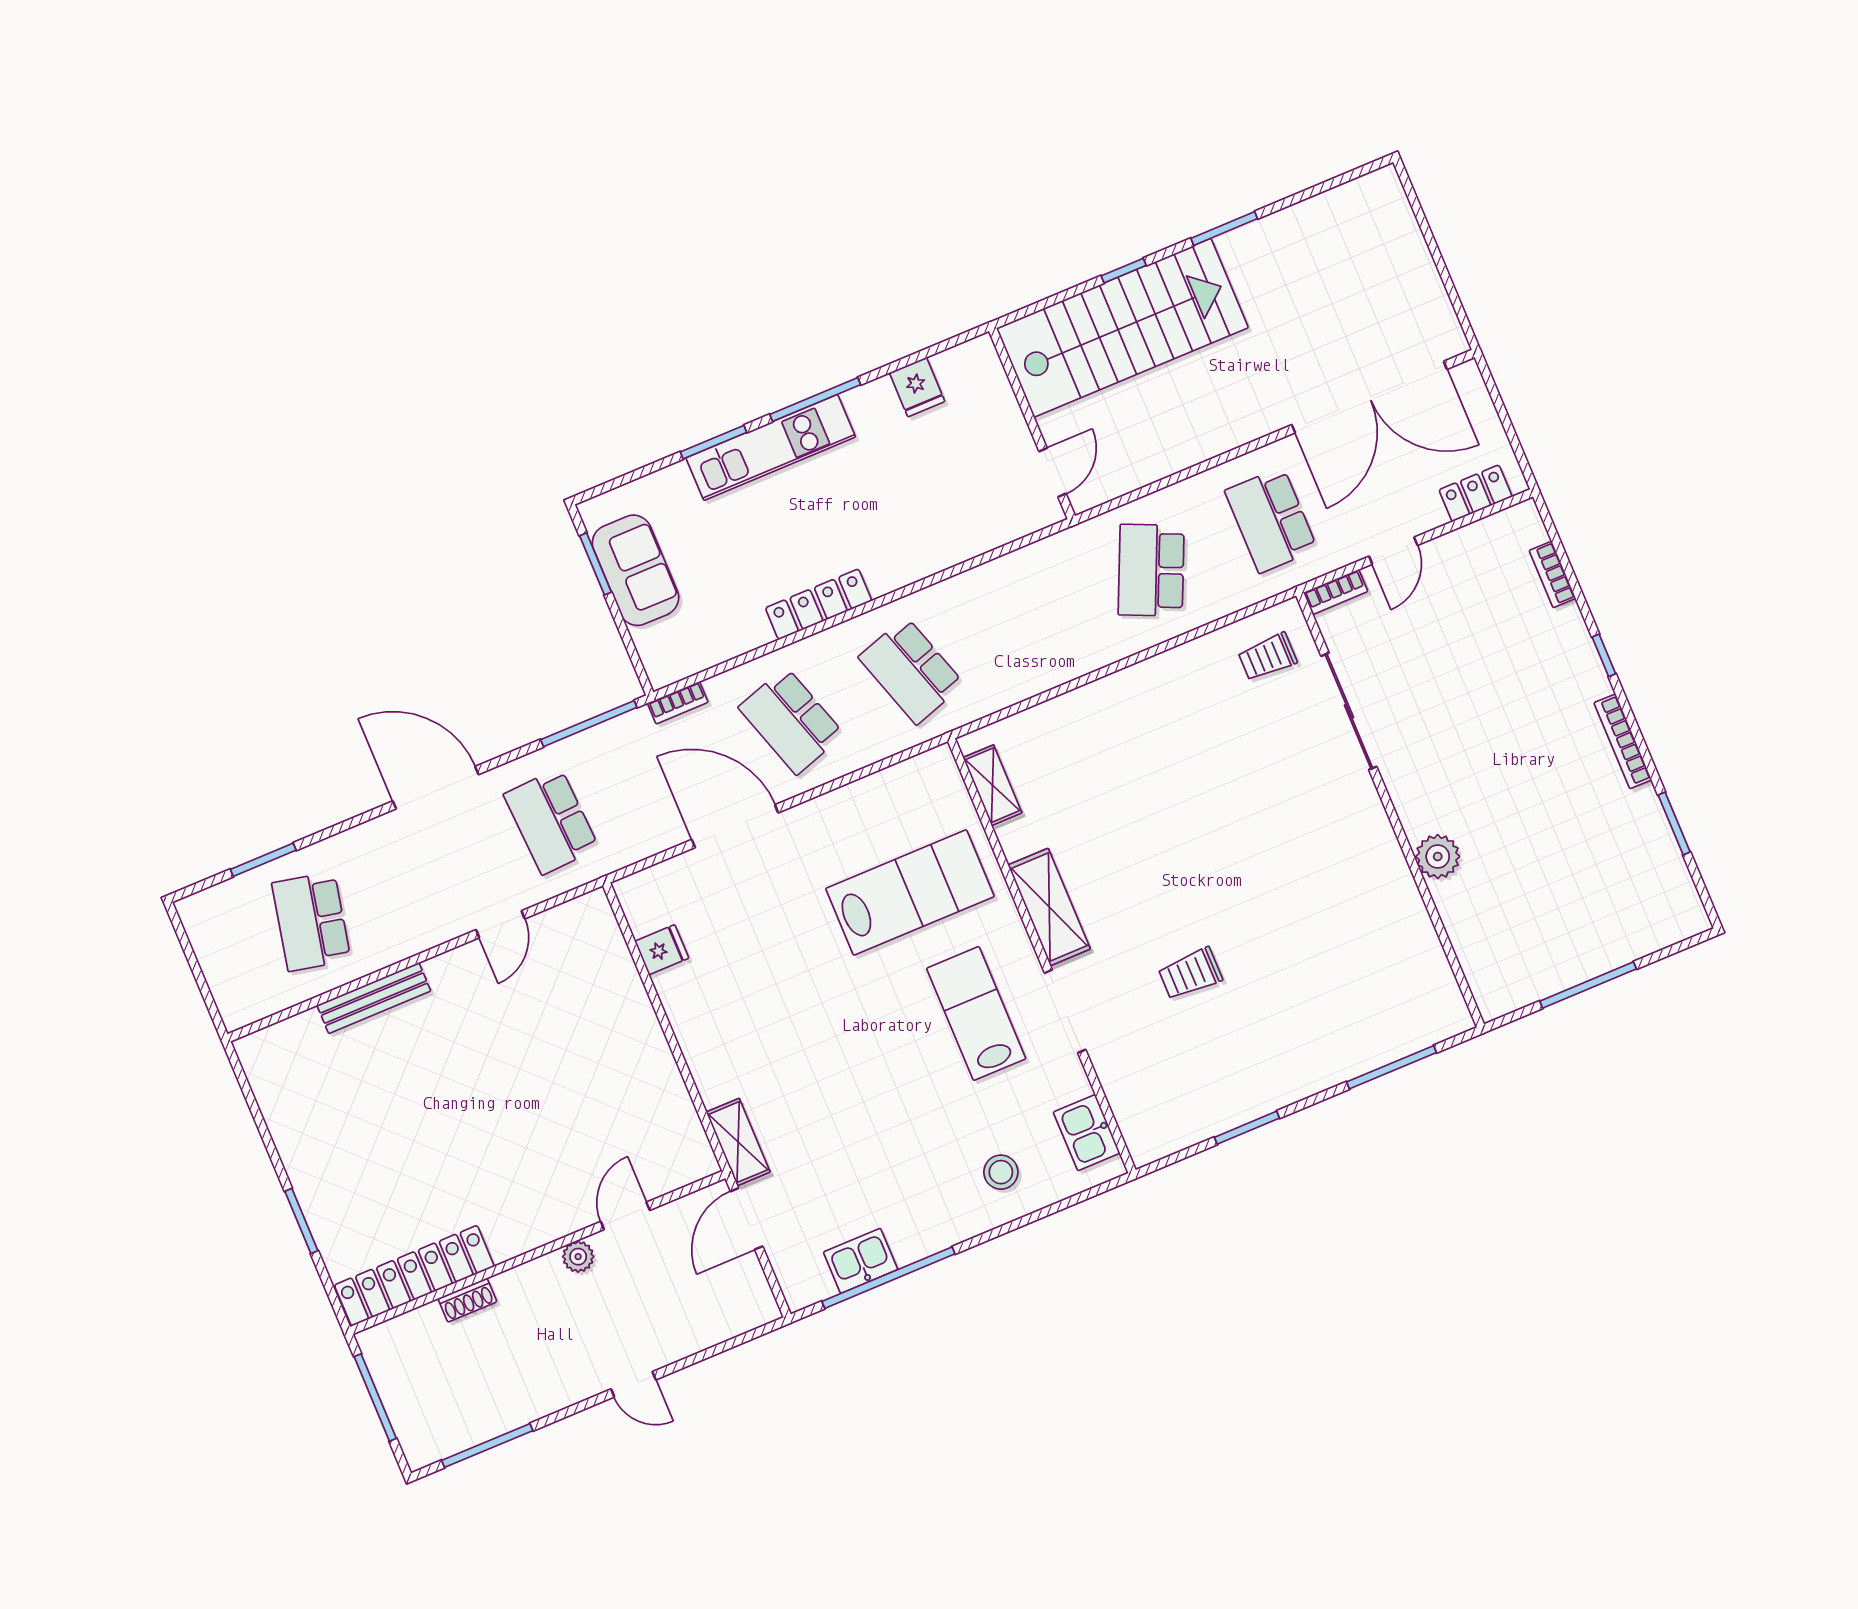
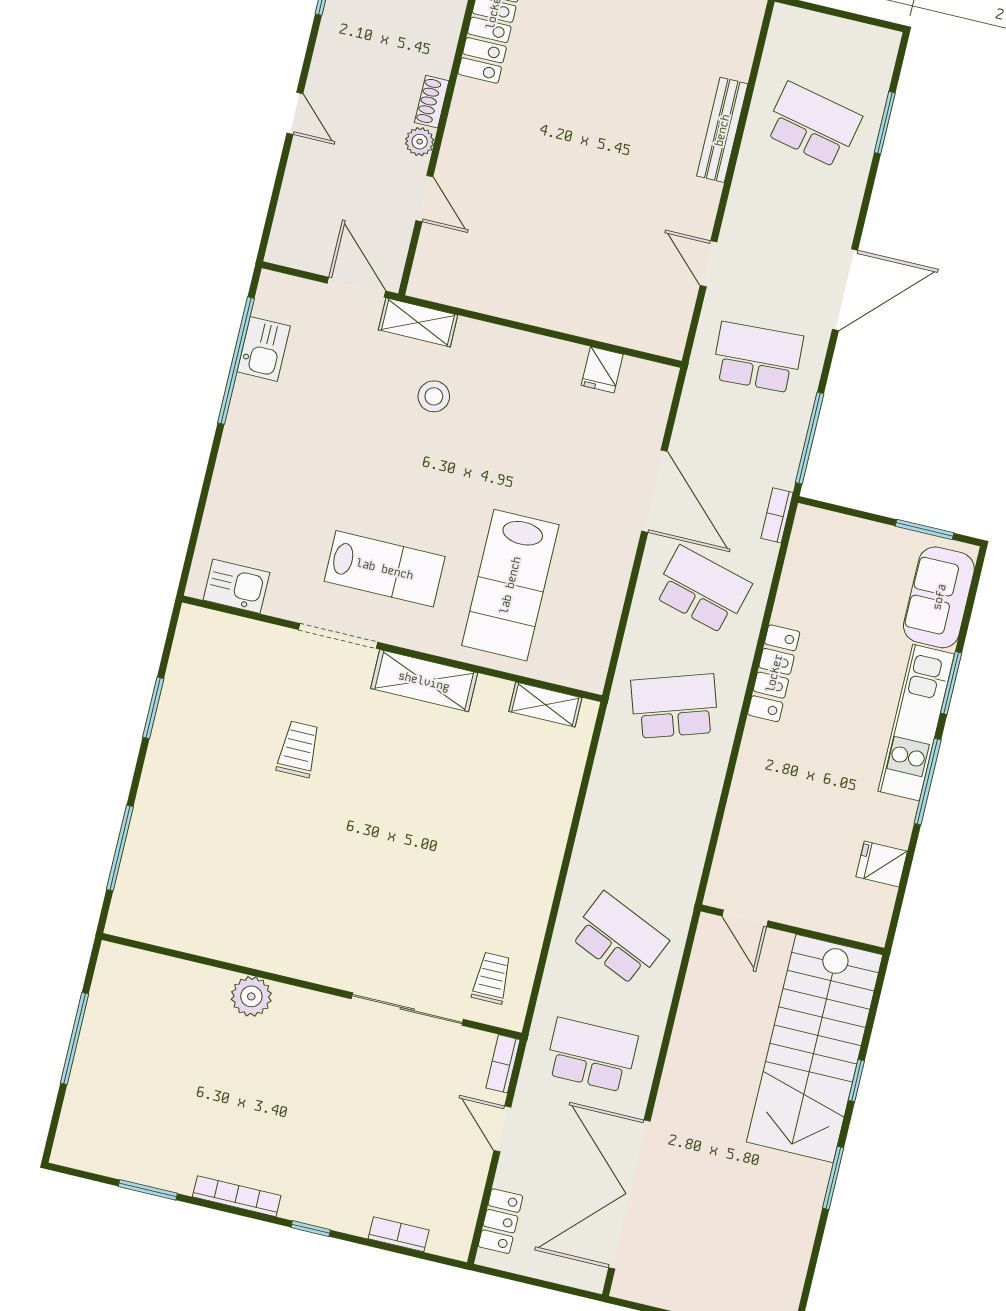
sofa: (635, 570) -> (939, 597), moved, turned 90
school desk: (791, 721) -> (702, 590), turned 33
door: (735, 826) -> (654, 491), hinge flipped
stool: (1001, 1172) -> (434, 396), moved
shoe rack: (467, 1300) -> (432, 102), moved
door: (633, 1384) -> (295, 113), swing flipped

